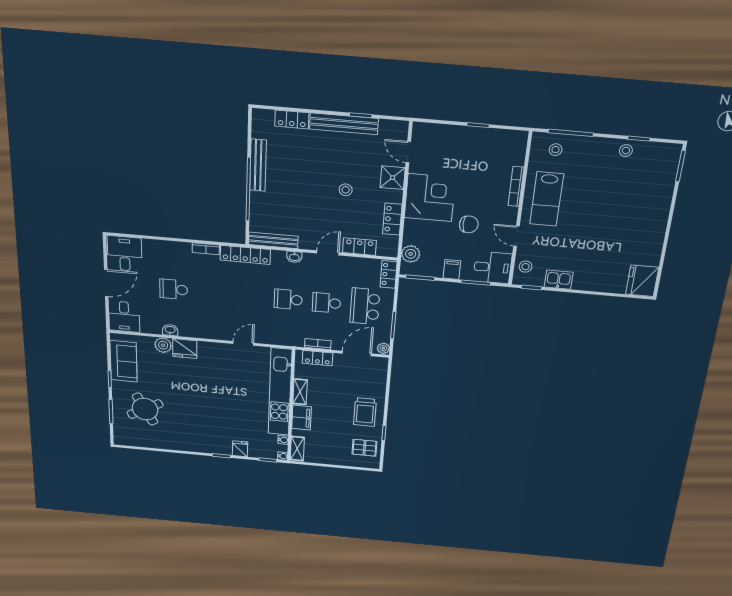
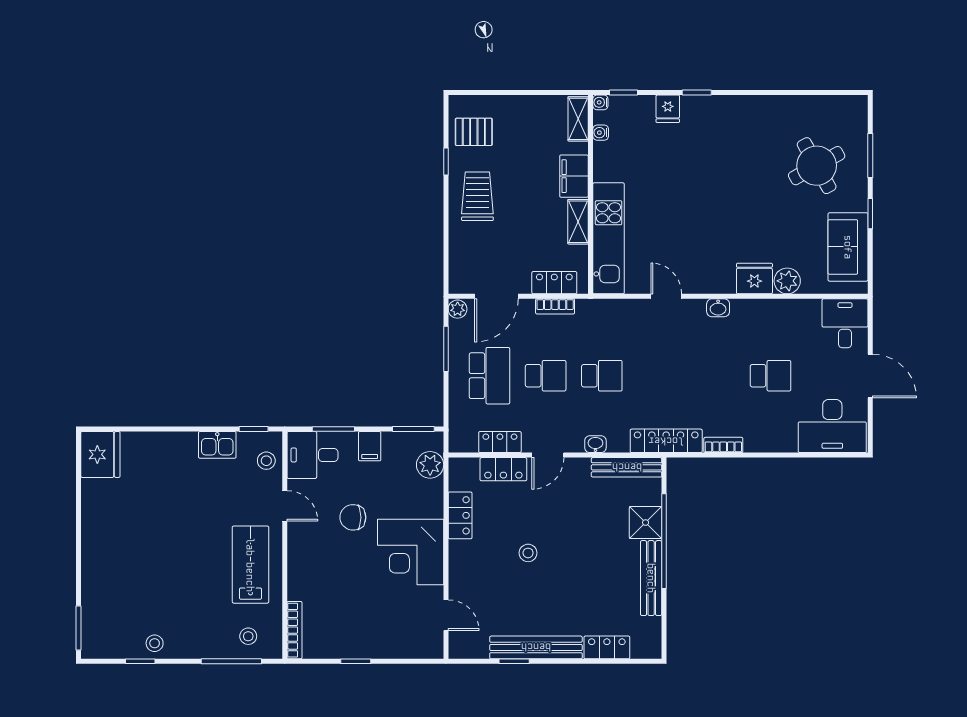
shower: (393, 178) -> (646, 523), moved
bookcase: (516, 186) -> (294, 630), moved
desk: (125, 254) -> (832, 426), width x1.37
locker: (389, 274) -> (500, 442), moved, turned -90
door: (106, 283) -> (870, 376), swing flipped
washbasin: (170, 330) -> (718, 308), moved
door: (243, 343) -> (666, 296), swing flipped
kitchen unit: (280, 392) -> (609, 238), width x0.73

